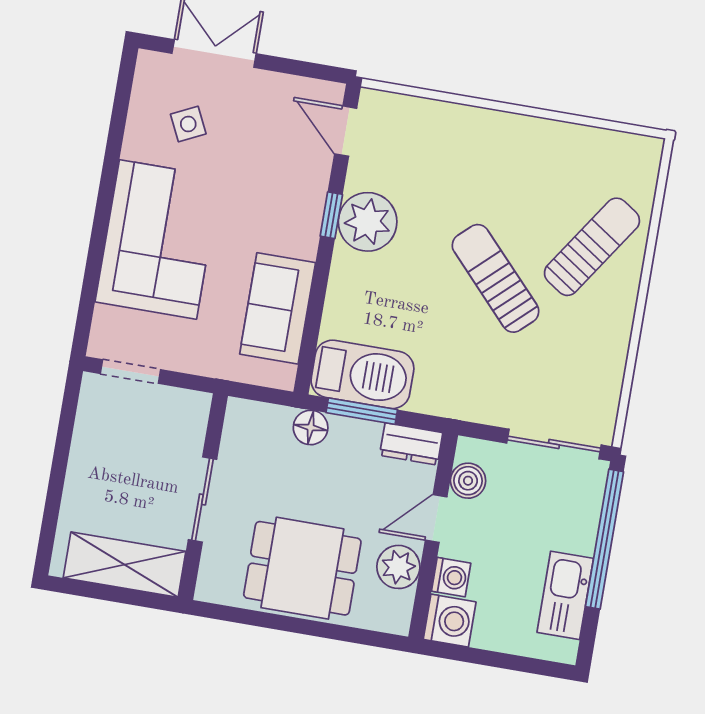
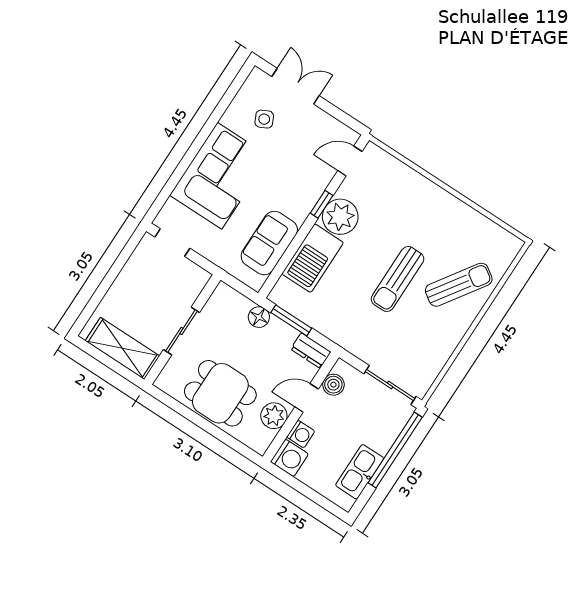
door: (346, 131) -> (350, 161), hinge flipped
sun lounger: (496, 278) -> (398, 279), turned -137
barbecue: (362, 374) -> (313, 258), moved, turned 90

